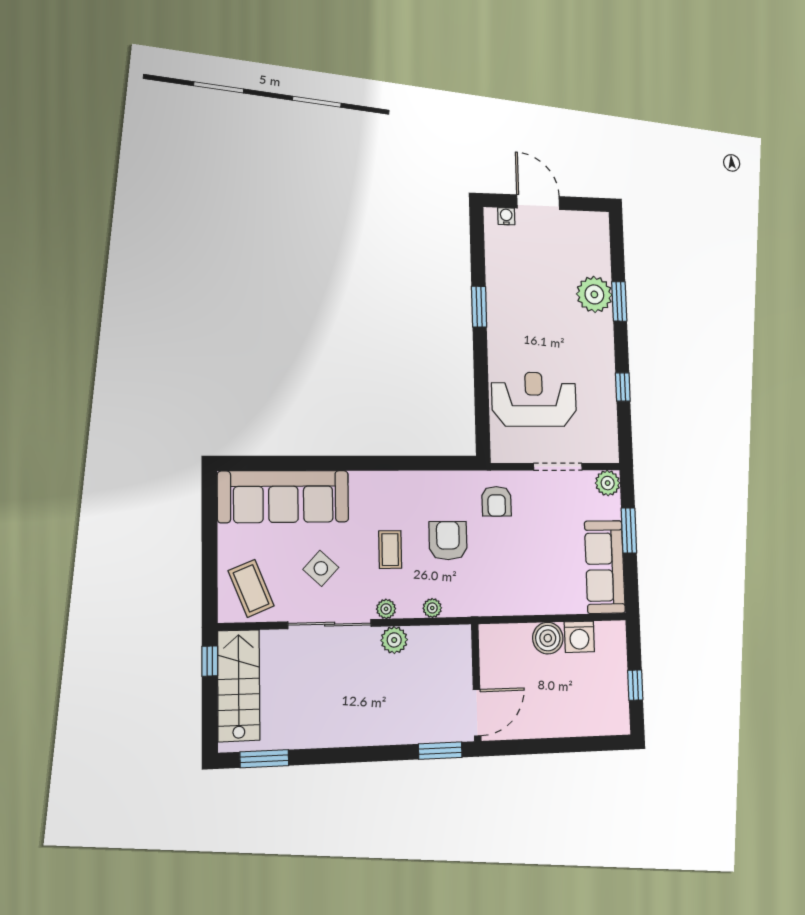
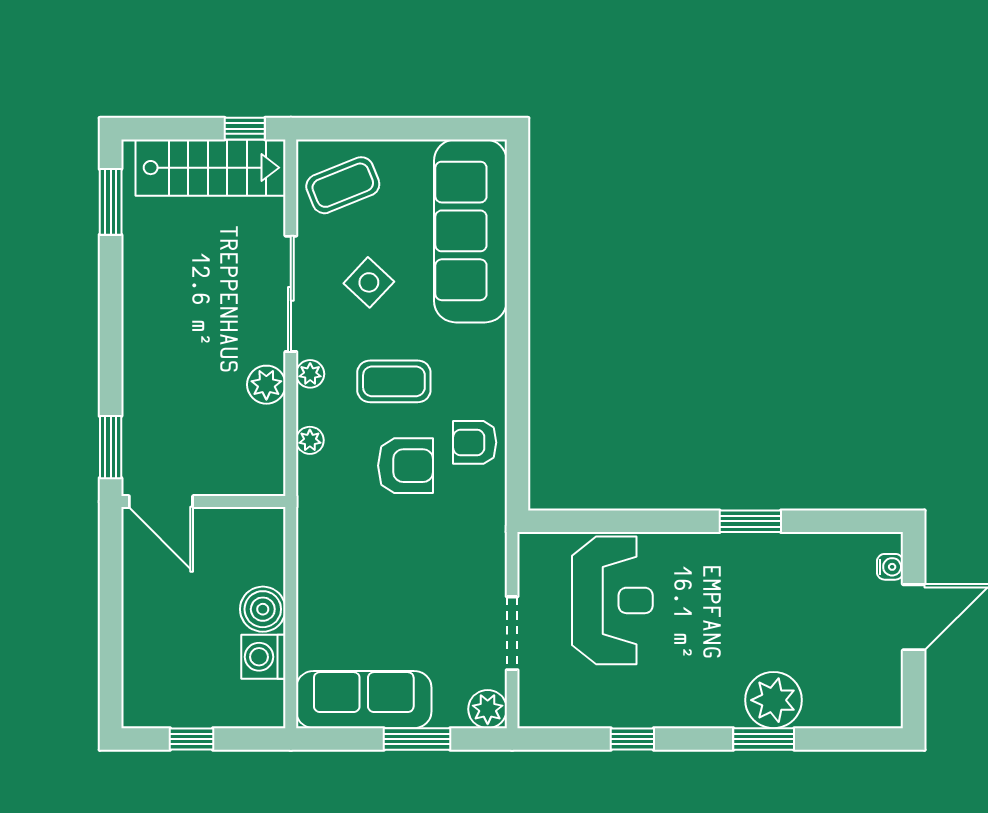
armchair: (497, 501) -> (475, 442), moved
coffee table: (390, 550) -> (394, 381), width x1.36, depth x1.30

